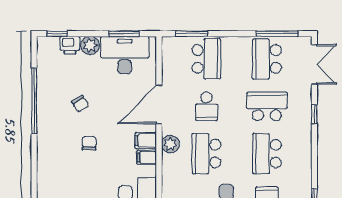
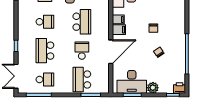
printer: (70, 45) -> (179, 88), moved
school desk: (267, 59) -> (45, 80), width x0.54
school desk: (267, 106) -> (45, 51), turned 90
plant: (170, 144) -> (104, 28), removed
school desk: (267, 154) -> (45, 22), width x0.54

